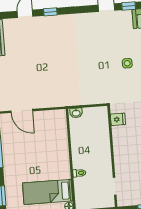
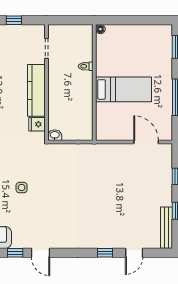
washbasin: (76, 113) -> (55, 135), moved
kitchen counter: (121, 149) -> (36, 90), added
bed: (48, 192) -> (124, 89), moved

